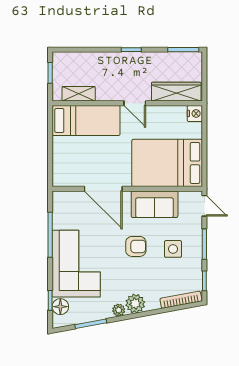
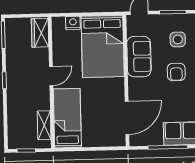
wardrobe: (176, 92) -> (40, 33), width x0.67
nightstand: (195, 113) -> (73, 23), moved
door: (103, 189) -> (127, 118), moved
armchair: (136, 246) -> (176, 72), turned 180

